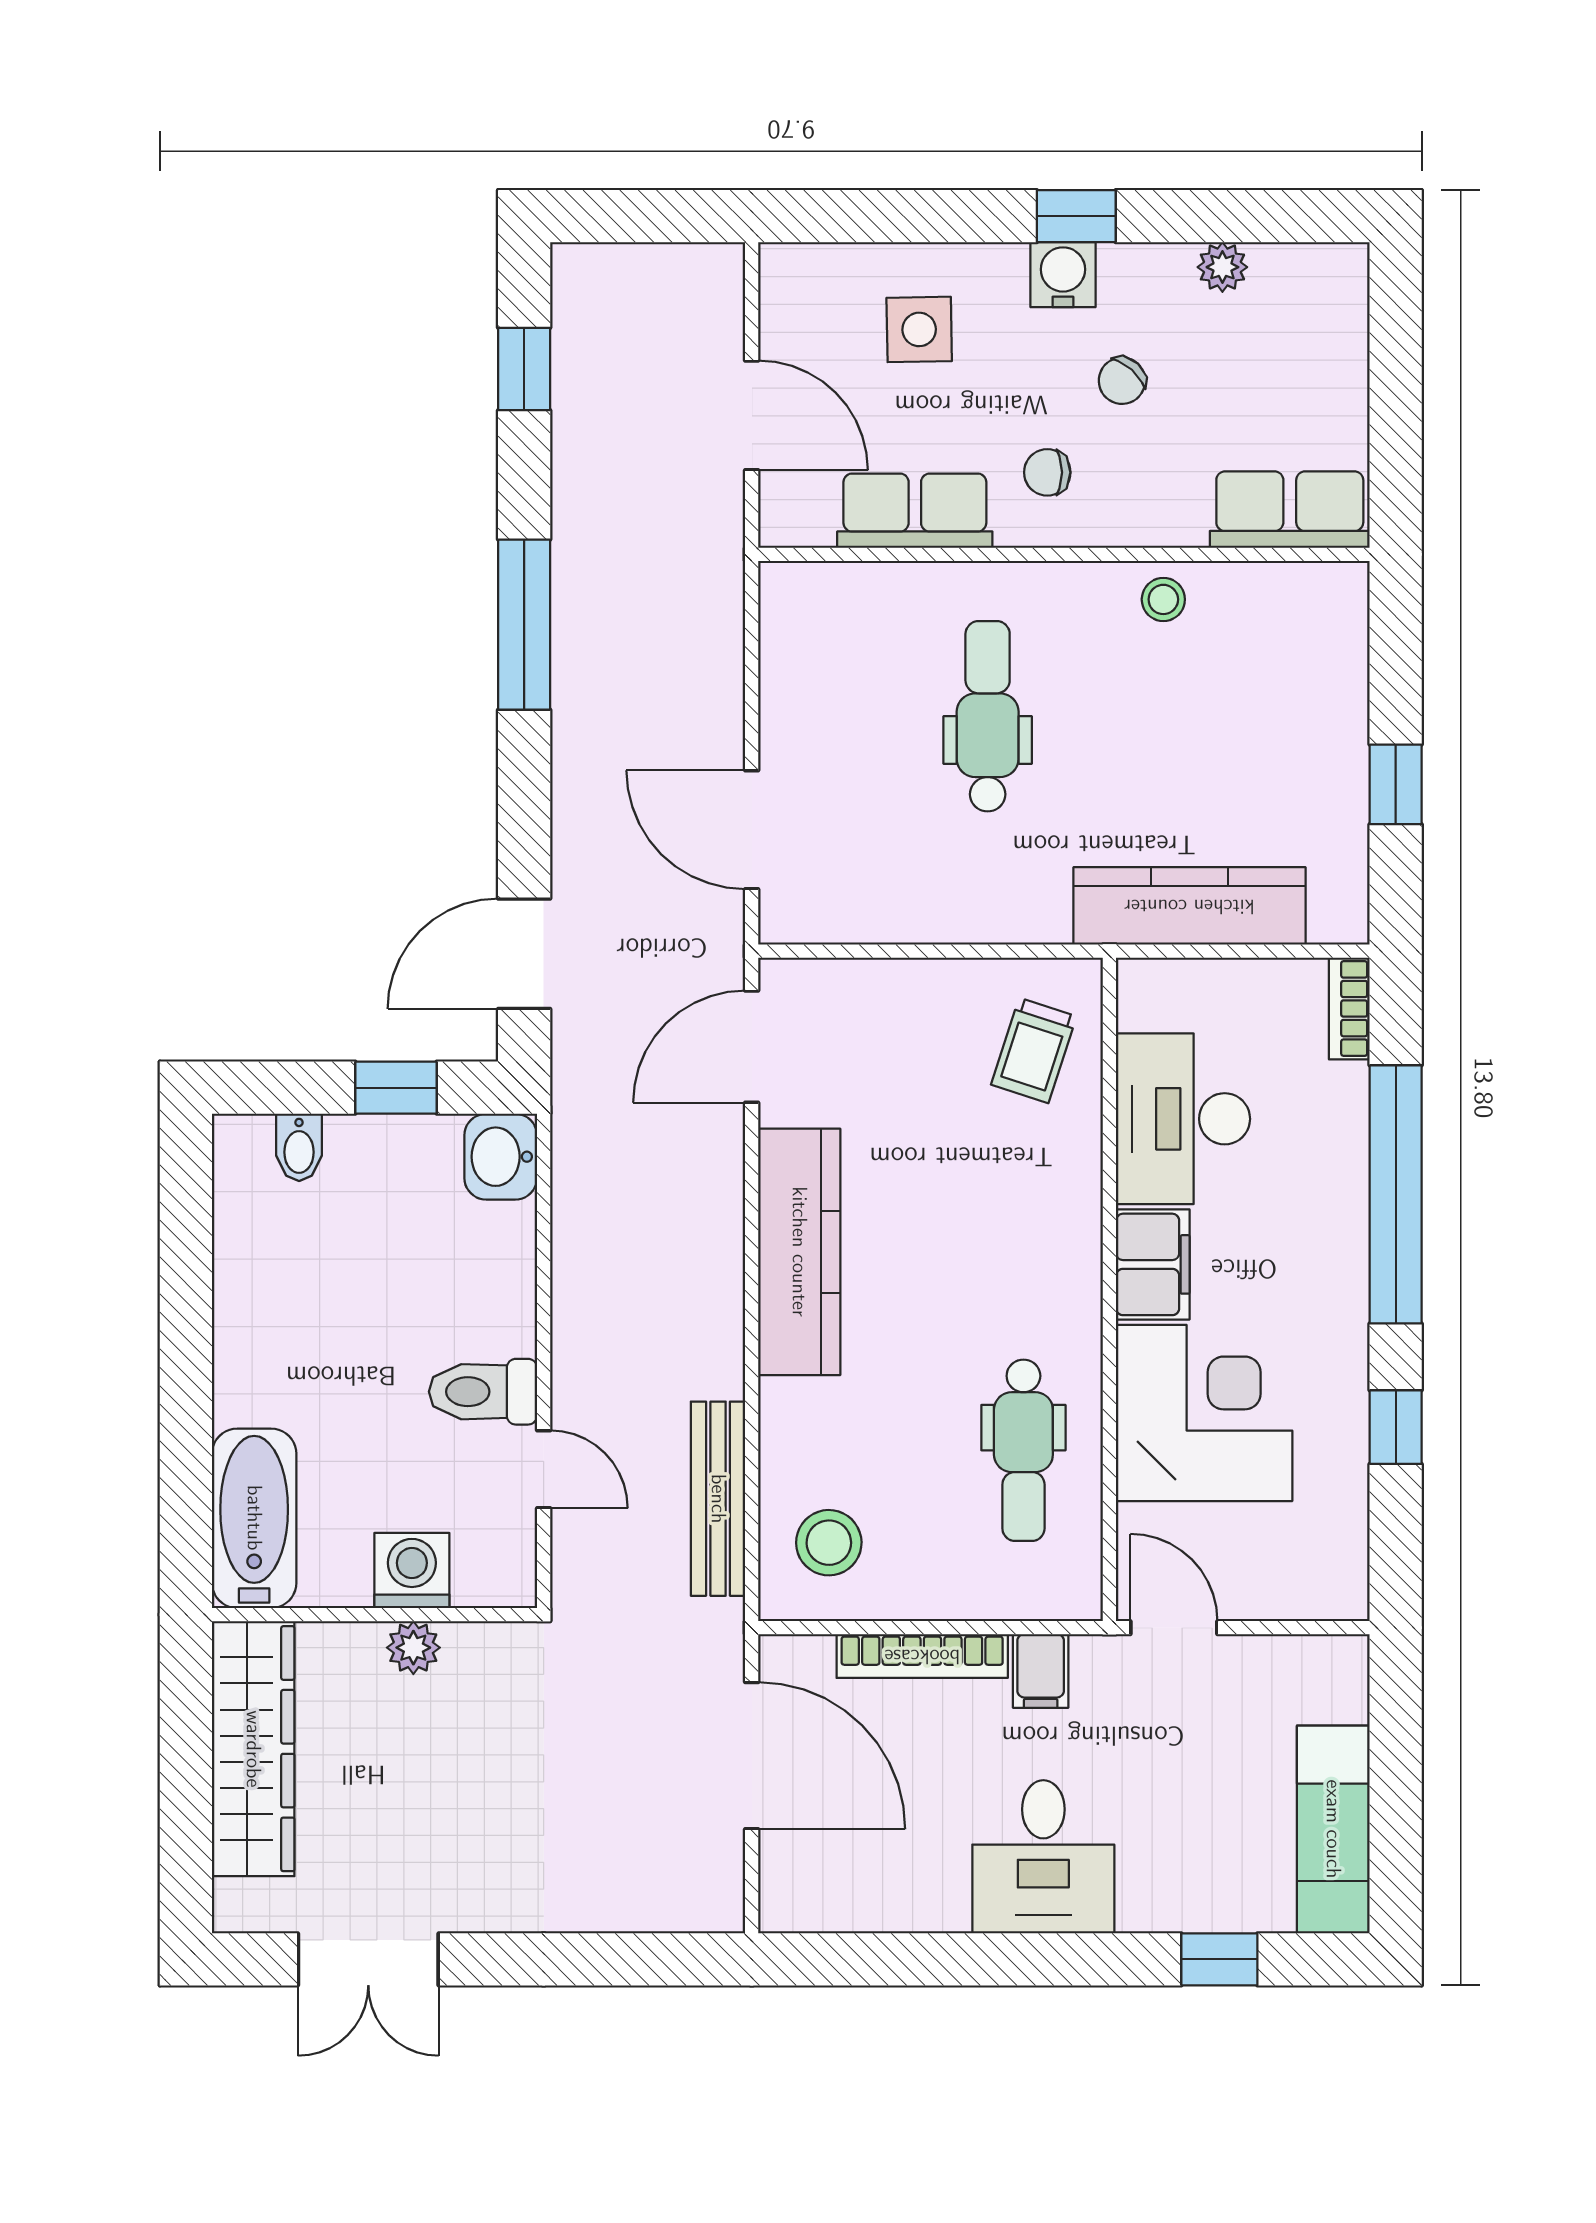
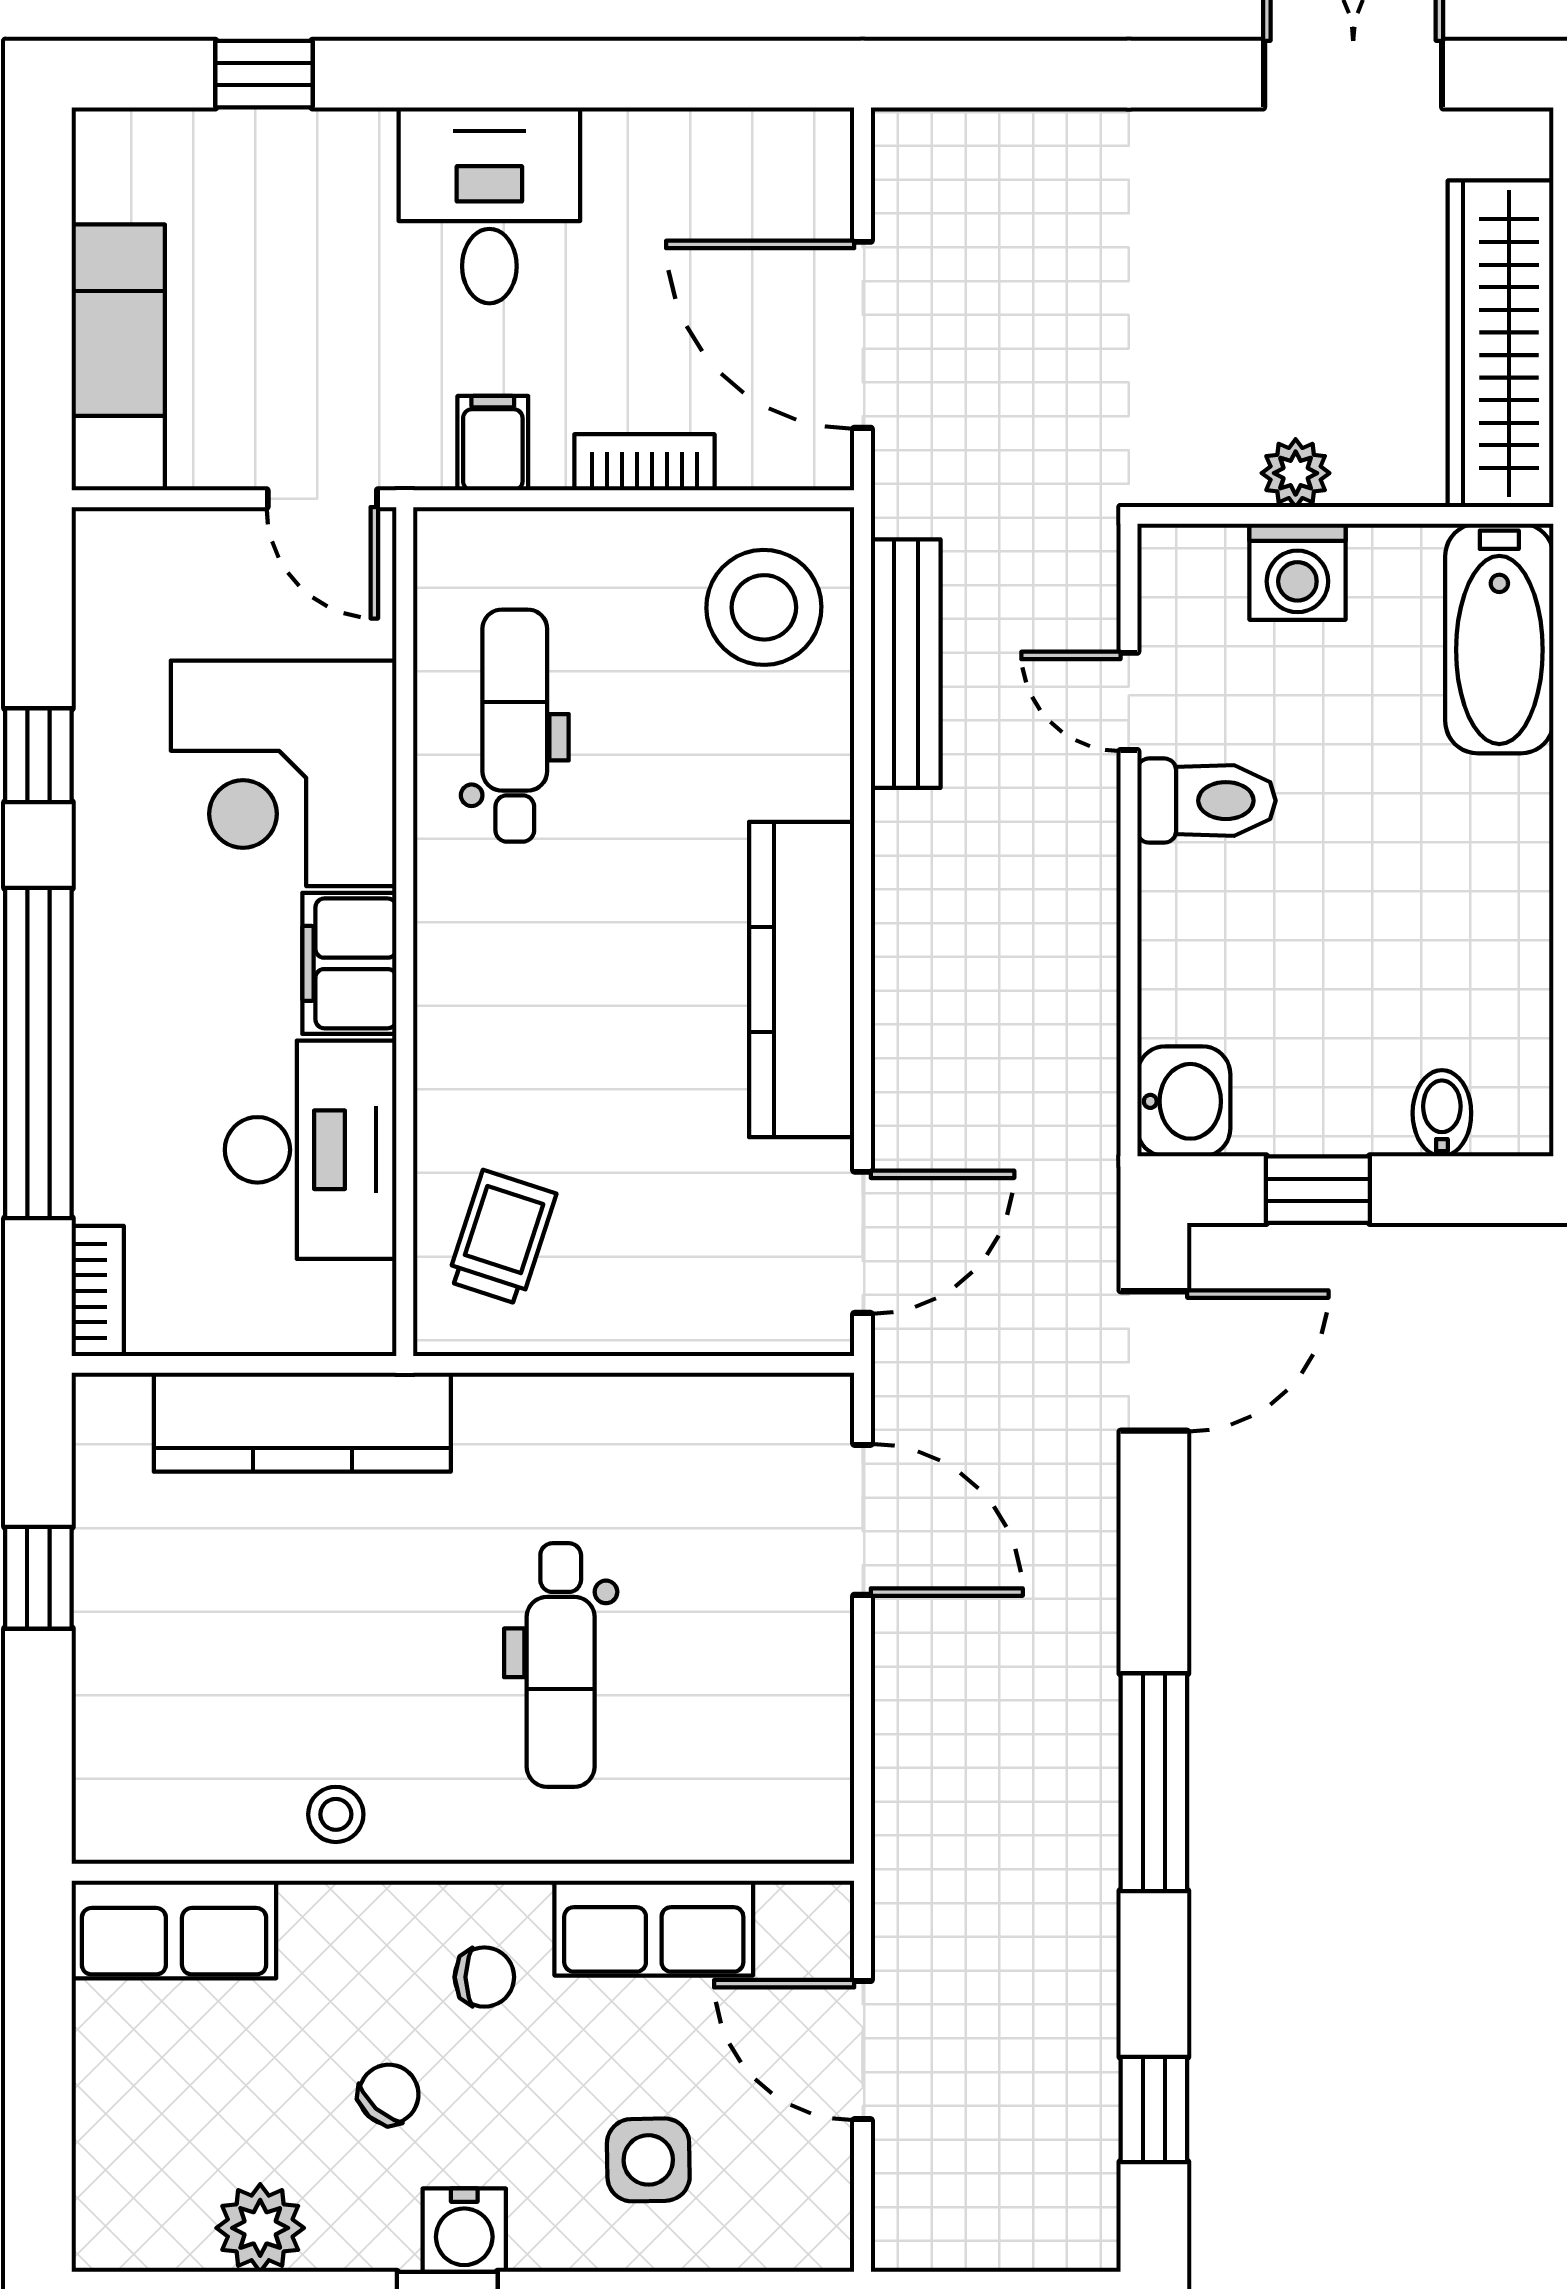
plant: (1222, 267) -> (260, 2228), width x1.38, depth x1.38
stool: (829, 1543) -> (764, 607), width x1.38, depth x1.38
bookcase: (922, 1656) -> (644, 462), width x0.64
exam couch: (1333, 1829) -> (118, 357), moved

